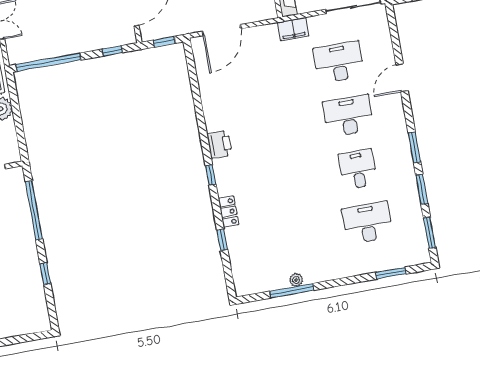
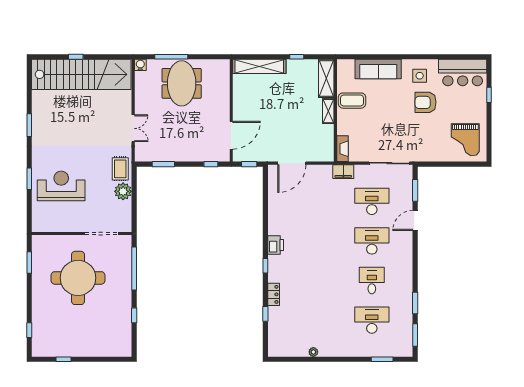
window: (48, 62) -> (163, 164), width x0.47
window: (414, 147) -> (415, 190), moved
window: (292, 291) -> (309, 359), removed

